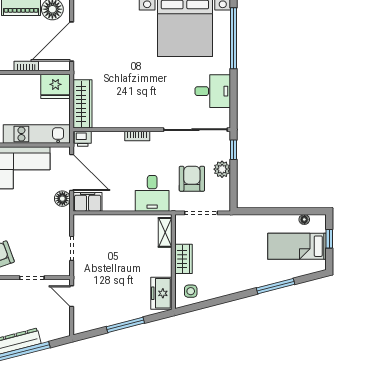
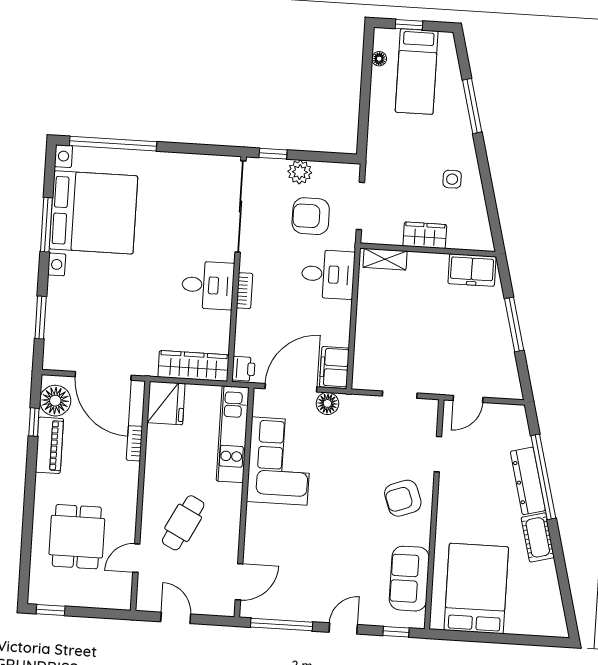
desk: (213, 91) -> (208, 285), moved, turned 90
side table: (191, 291) -> (452, 179), moved

